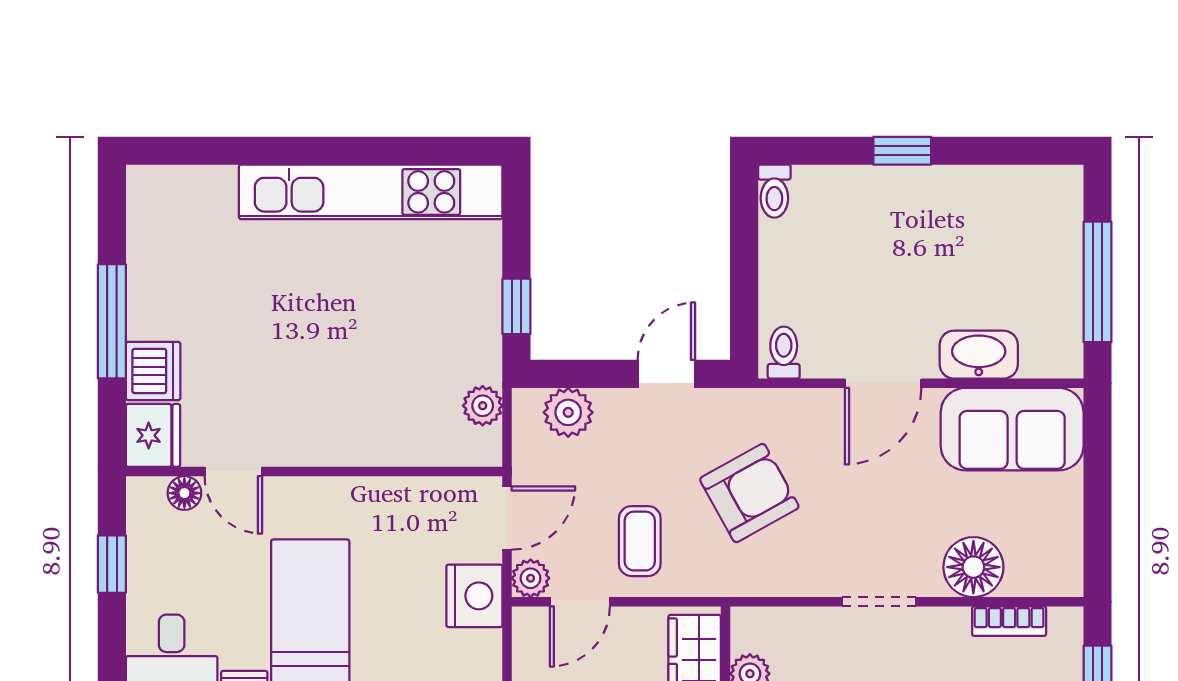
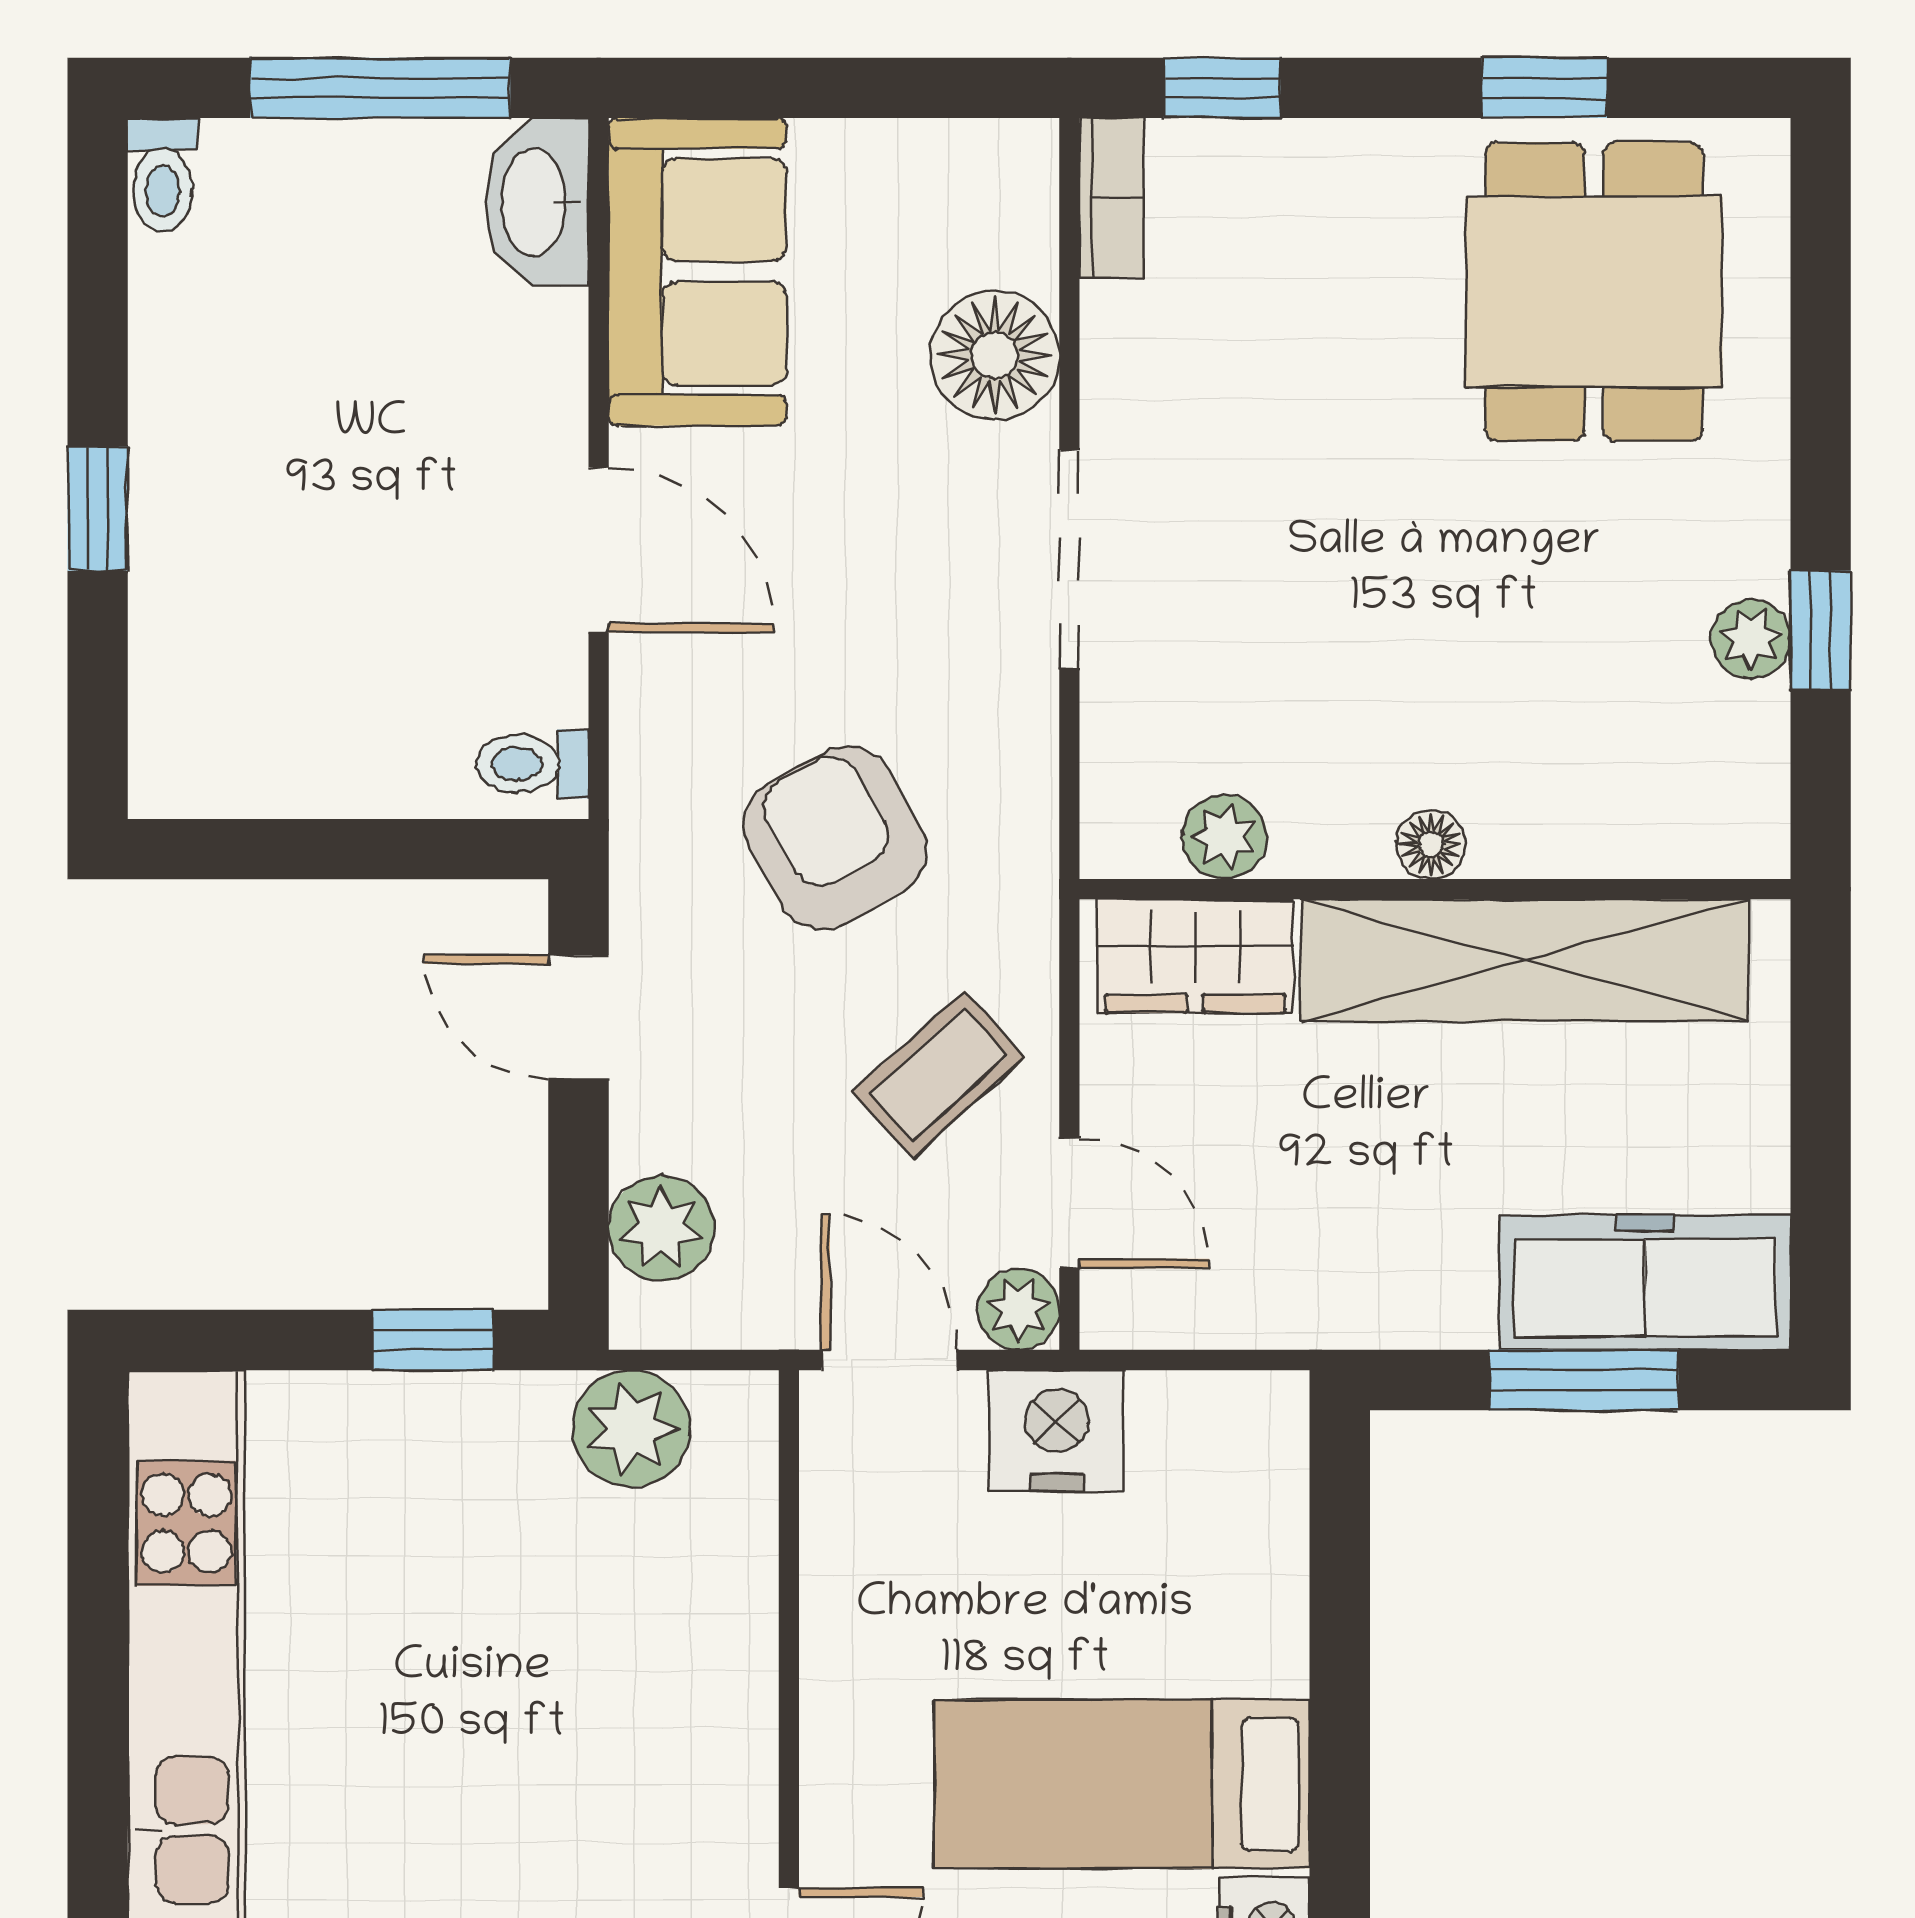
toilet: (774, 191) -> (163, 175), moved, turned 90
washbasin: (979, 355) -> (537, 202), moved
plant: (483, 406) -> (631, 1429), width x1.38, depth x1.38
coffee table: (640, 541) -> (939, 1074), turned -42
doorway: (879, 602) -> (1069, 559), width x1.38
bookcase: (1009, 621) -> (1111, 198), moved

